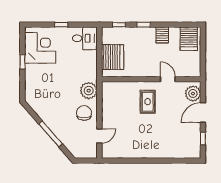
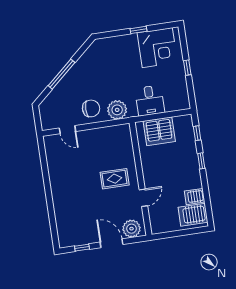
server rack: (162, 35) -> (195, 197), moved
desk: (85, 38) -> (150, 101), moved

